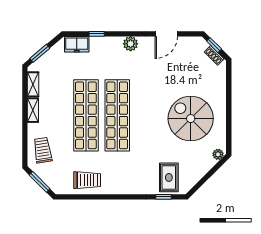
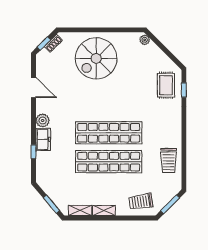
freezer: (77, 44) -> (43, 139), moved
spiral stairs: (191, 119) -> (96, 58), moved
rug: (169, 177) -> (166, 85), turned 90
trolley: (87, 180) -> (169, 161), turned 180

